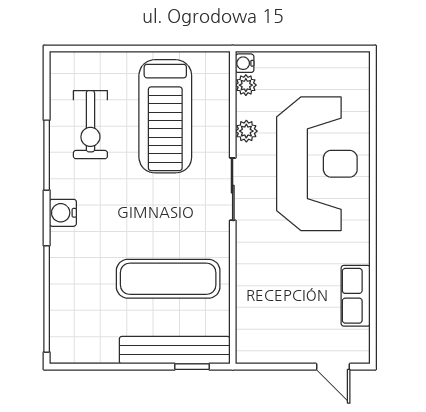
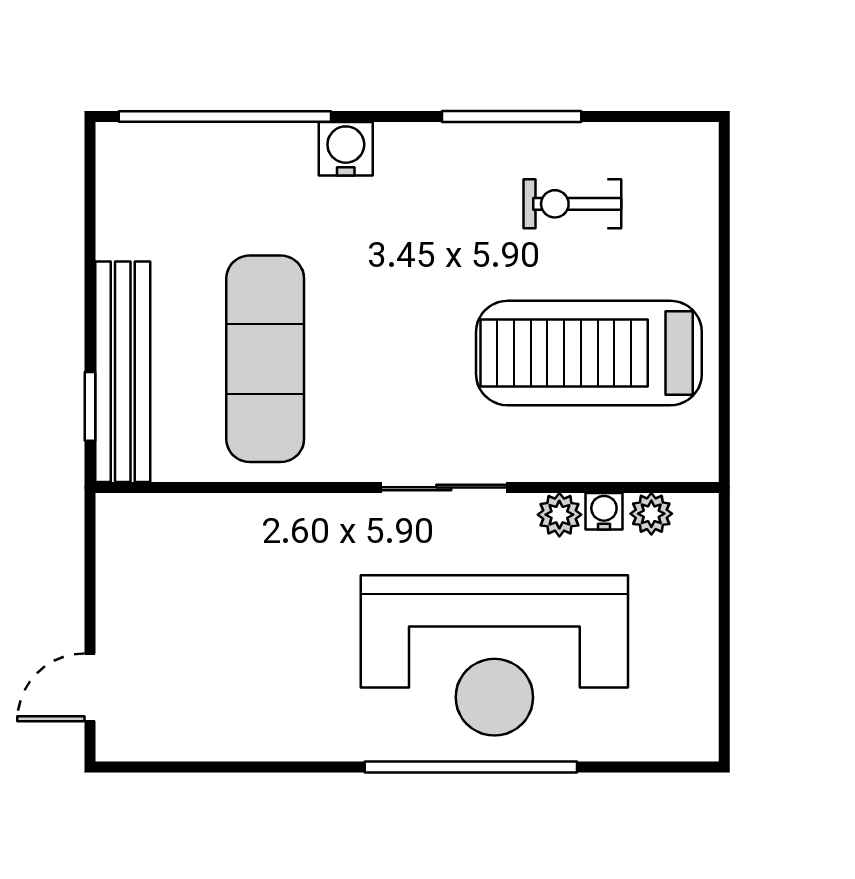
water cooler: (245, 63) -> (604, 511), moved
exercise bike: (90, 125) -> (572, 204), width x0.73, depth x0.72
window: (373, 176) -> (471, 767), added
water cooler: (63, 213) -> (346, 149), moved
row of seats: (356, 296) -> (231, 733), removed

